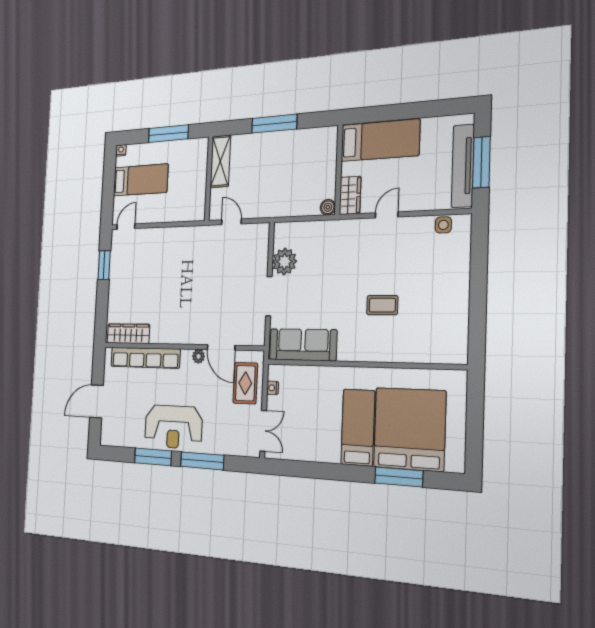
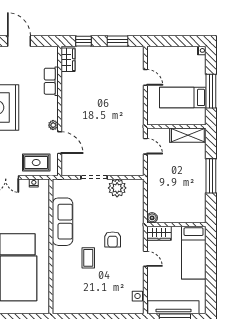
bed: (141, 180) -> (183, 97), moved, turned 90
door: (231, 222) -> (145, 146), hinge flipped
door: (126, 227) -> (145, 77), moved
armchair: (356, 267) -> (113, 239), added
window: (101, 312) -> (83, 41), added
wardrobe: (128, 334) -> (68, 60), width x0.67
sofa: (303, 345) -> (63, 222), moved
door: (221, 347) -> (60, 143), swing flipped
row of seats: (145, 358) -> (51, 81), width x0.50

